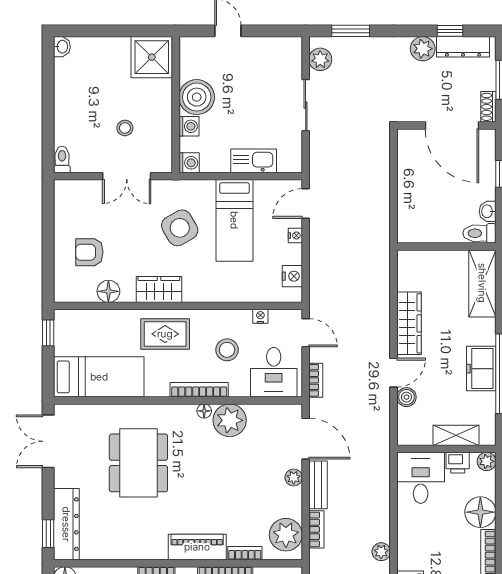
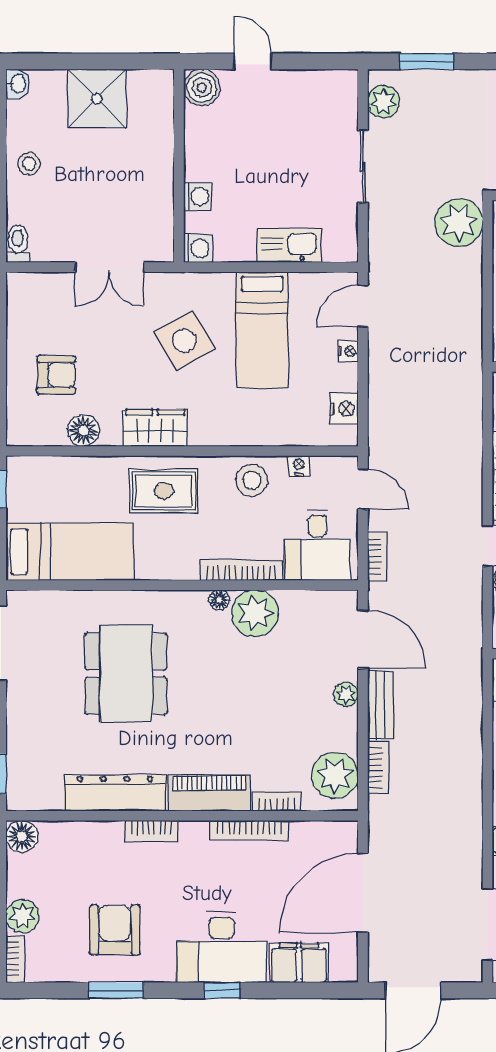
shower: (152, 57) -> (97, 99), moved
boiler: (197, 97) -> (202, 87), moved, width x0.73, depth x0.73
stool: (125, 128) -> (29, 164), moved
armchair: (89, 252) -> (56, 375), turned 180
stool: (227, 350) -> (252, 480), moved
bookcase: (199, 390) -> (241, 570), moved
dresser: (66, 524) -> (115, 793), moved, turned -90
plant: (381, 552) -> (459, 222), moved, width x1.87, depth x1.87

